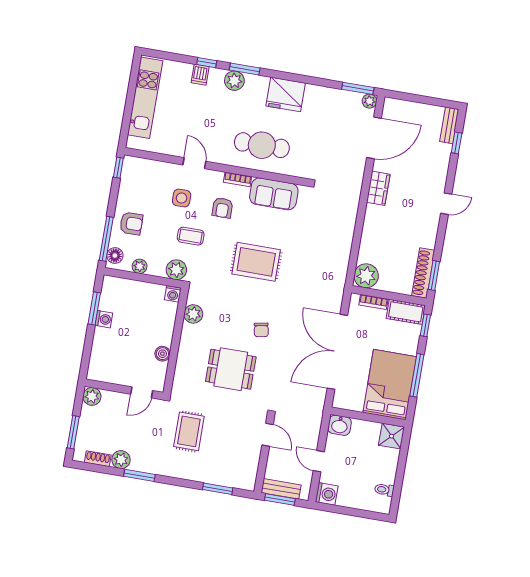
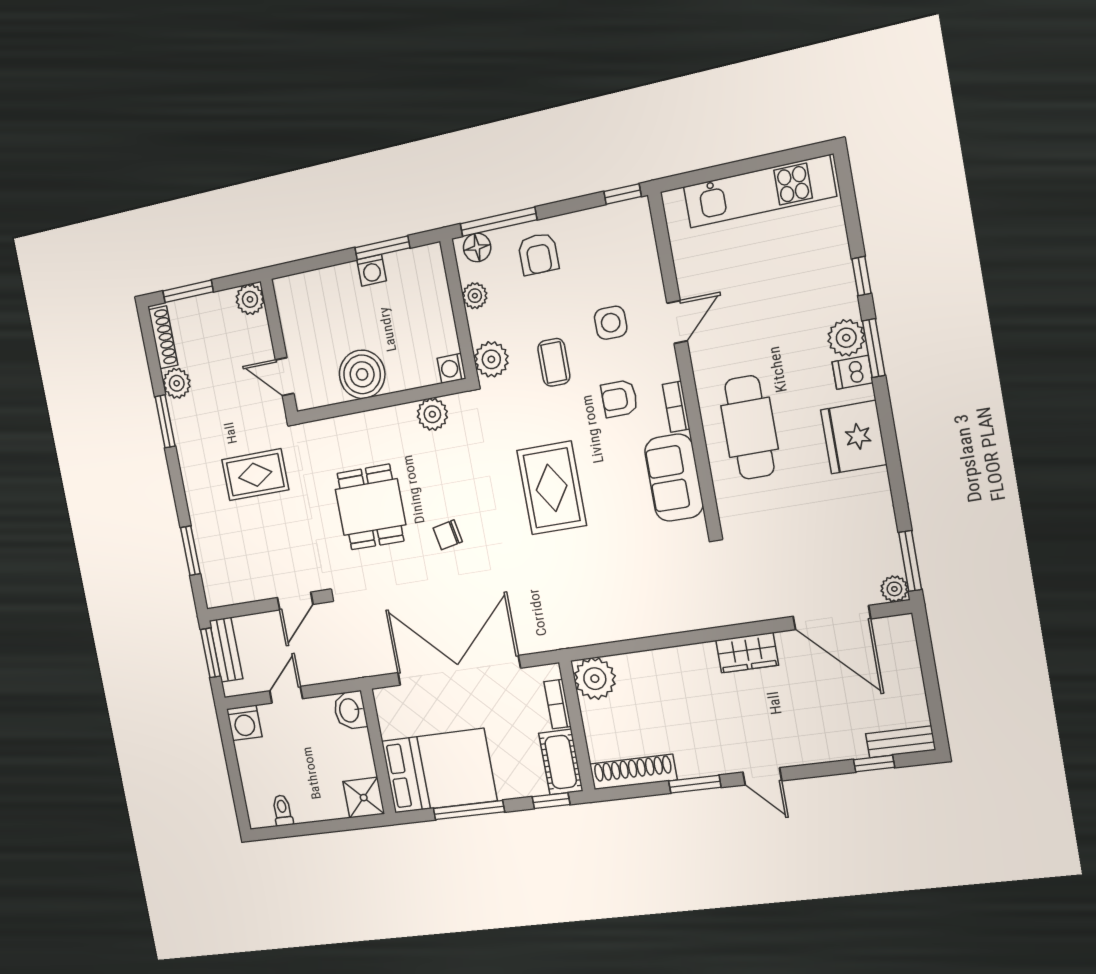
dishwasher: (200, 75) -> (852, 372), moved
window: (434, 276) -> (695, 784), moved
boiler: (162, 354) -> (362, 374), width x1.86, depth x1.86
shoe rack: (98, 459) -> (163, 337), width x1.43

